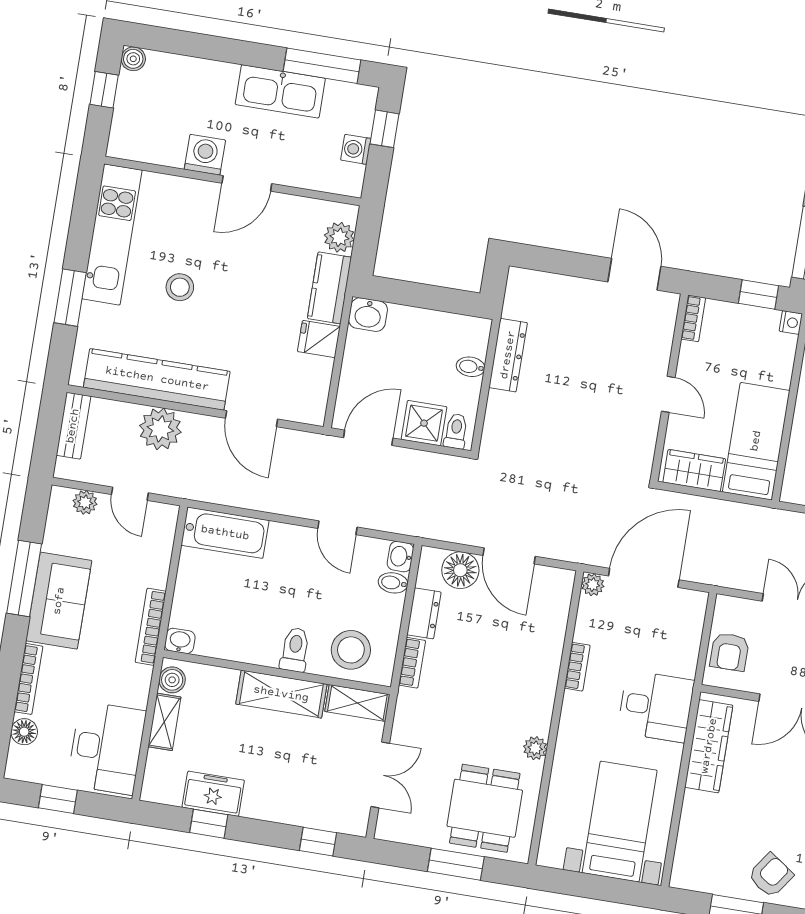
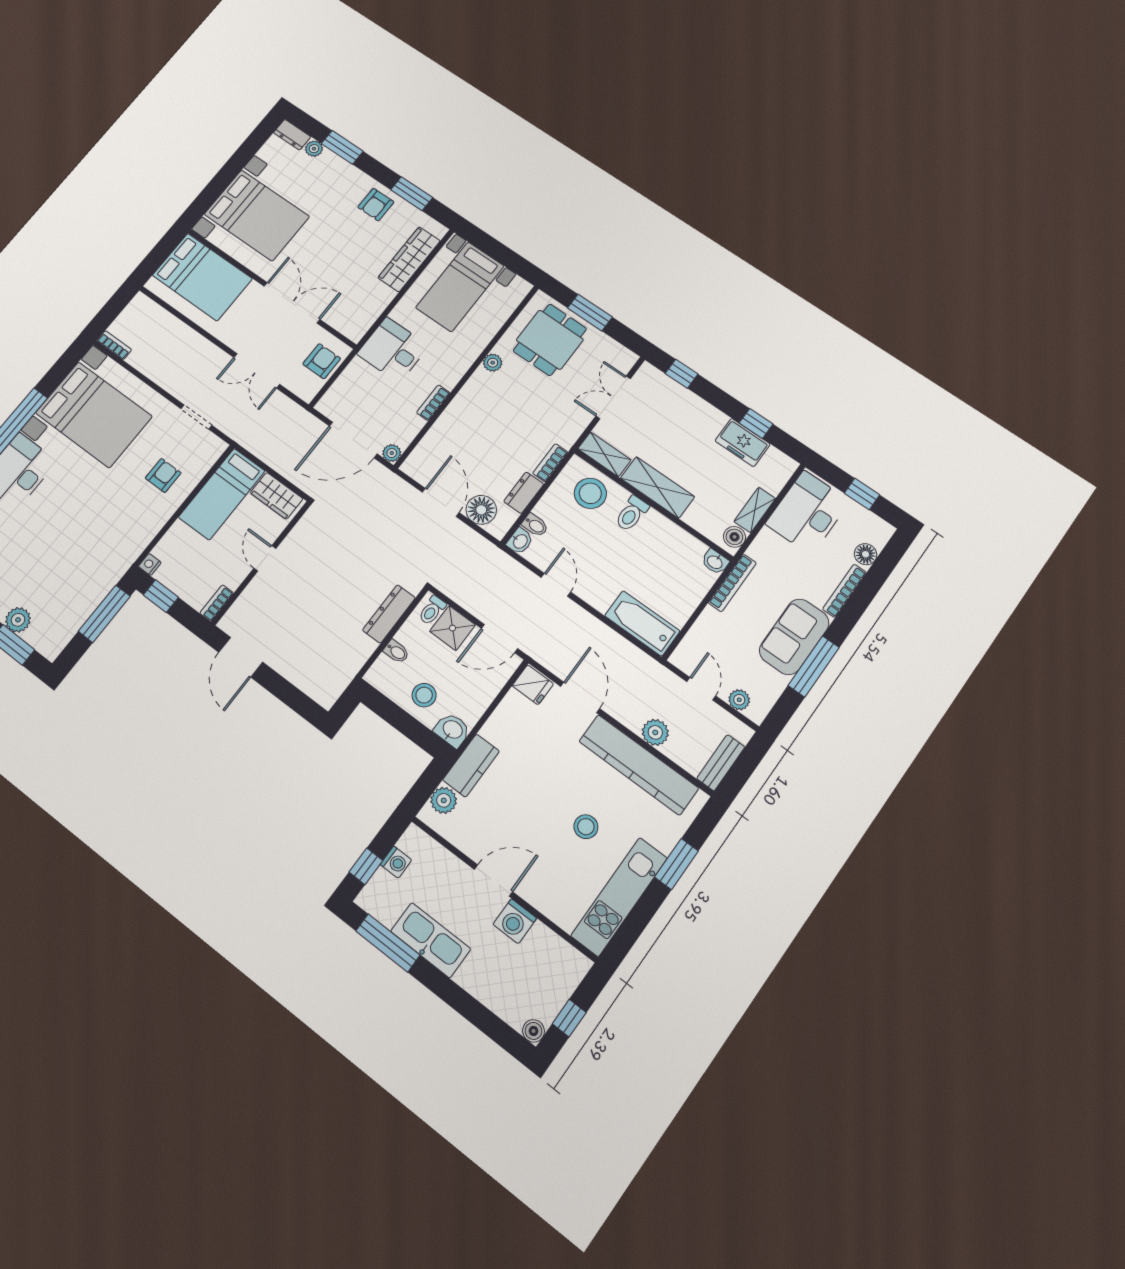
stool: (417, 336) -> (424, 695), added
fridge: (319, 339) -> (533, 685), moved
dresser: (508, 355) -> (389, 614), moved
plant: (160, 429) -> (655, 732), width x0.73, depth x0.73
wardrobe: (709, 746) -> (409, 259), moved
armchair: (771, 875) -> (376, 205), turned -35

